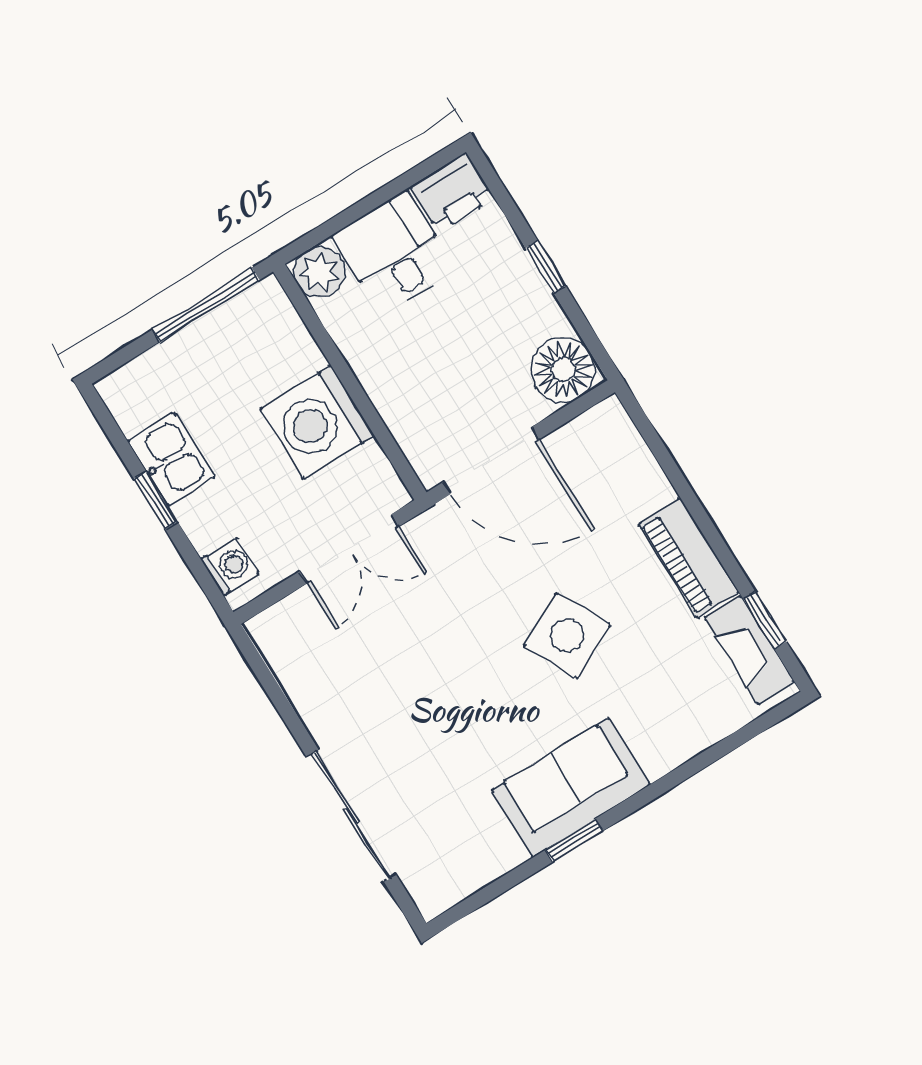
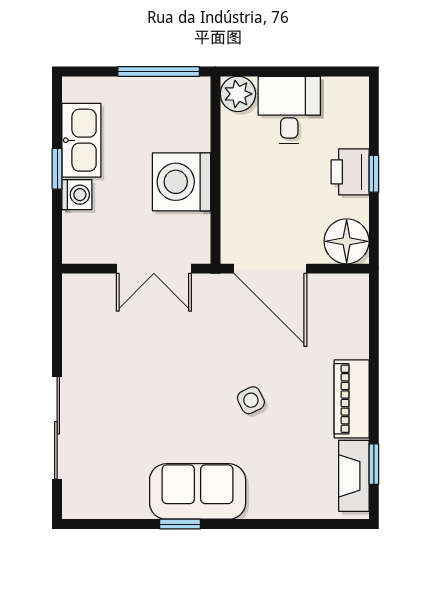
printer: (452, 192) -> (350, 172), moved, turned 90
kitchen sink: (171, 459) -> (81, 140), width x1.38
washing machine: (230, 566) -> (77, 195), moved
side table: (567, 636) -> (251, 400), width x0.54, depth x0.54

